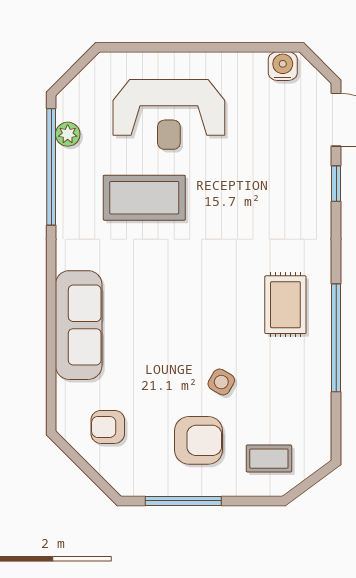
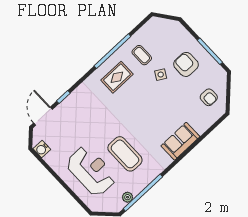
sofa: (79, 325) -> (180, 141), width x0.73
coffee table: (269, 459) -> (142, 55), moved

